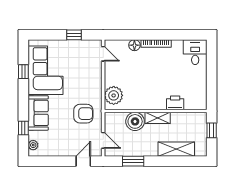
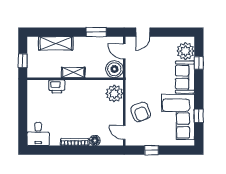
armchair: (83, 114) -> (141, 112), moved, turned -110
boiler: (135, 121) -> (114, 69), moved
plant: (33, 145) -> (186, 51), width x1.87, depth x1.87

